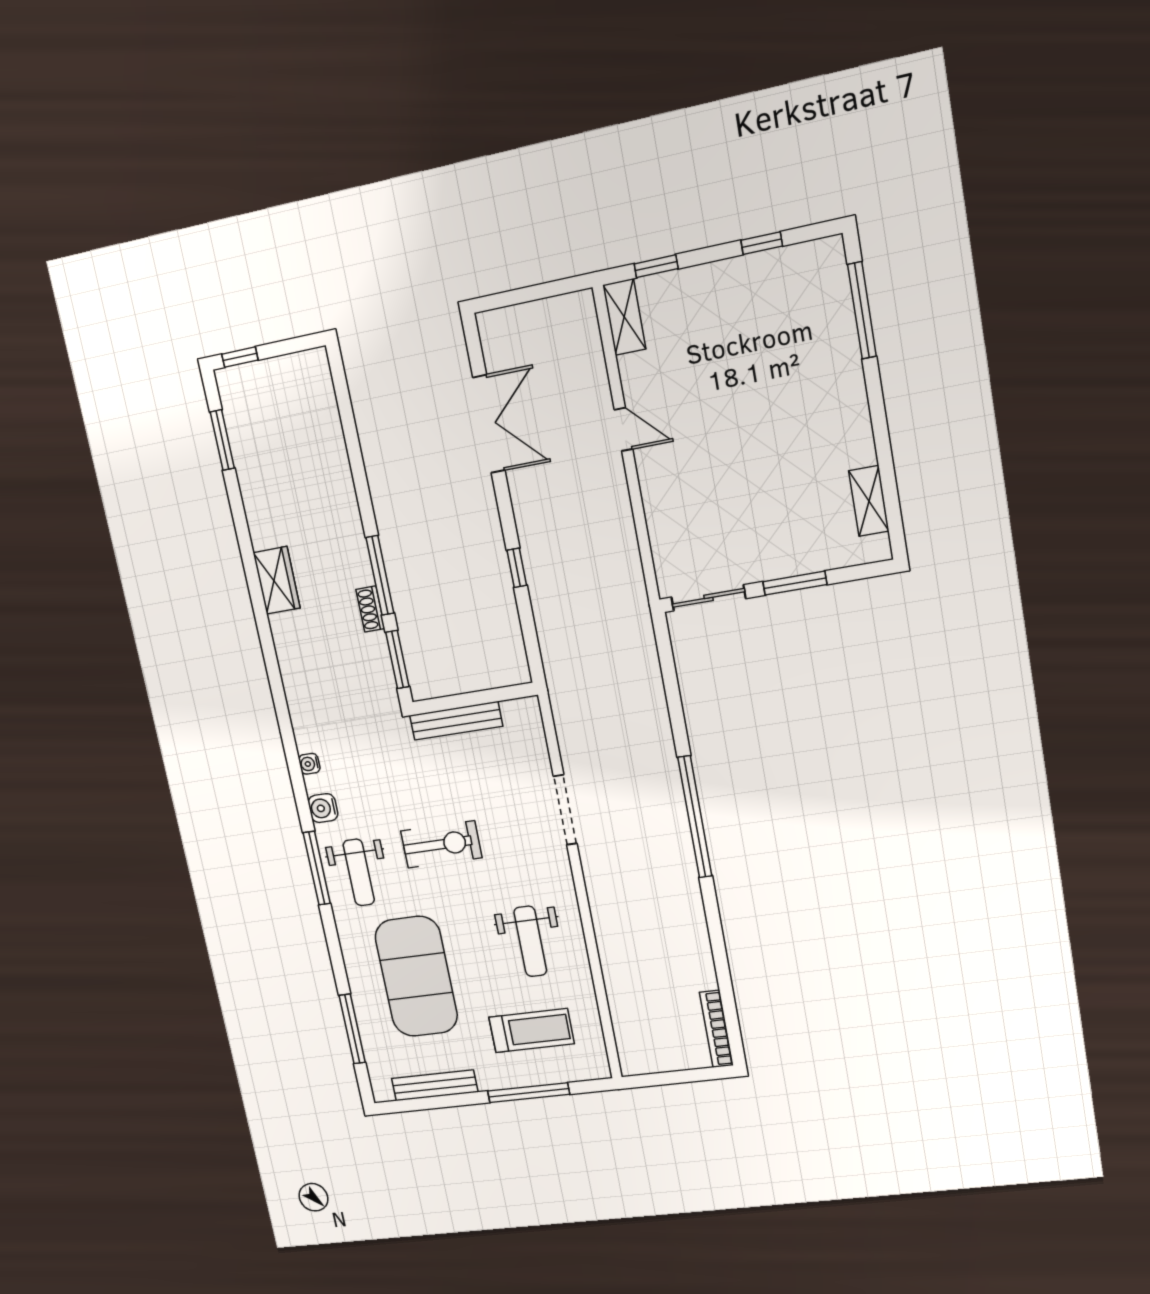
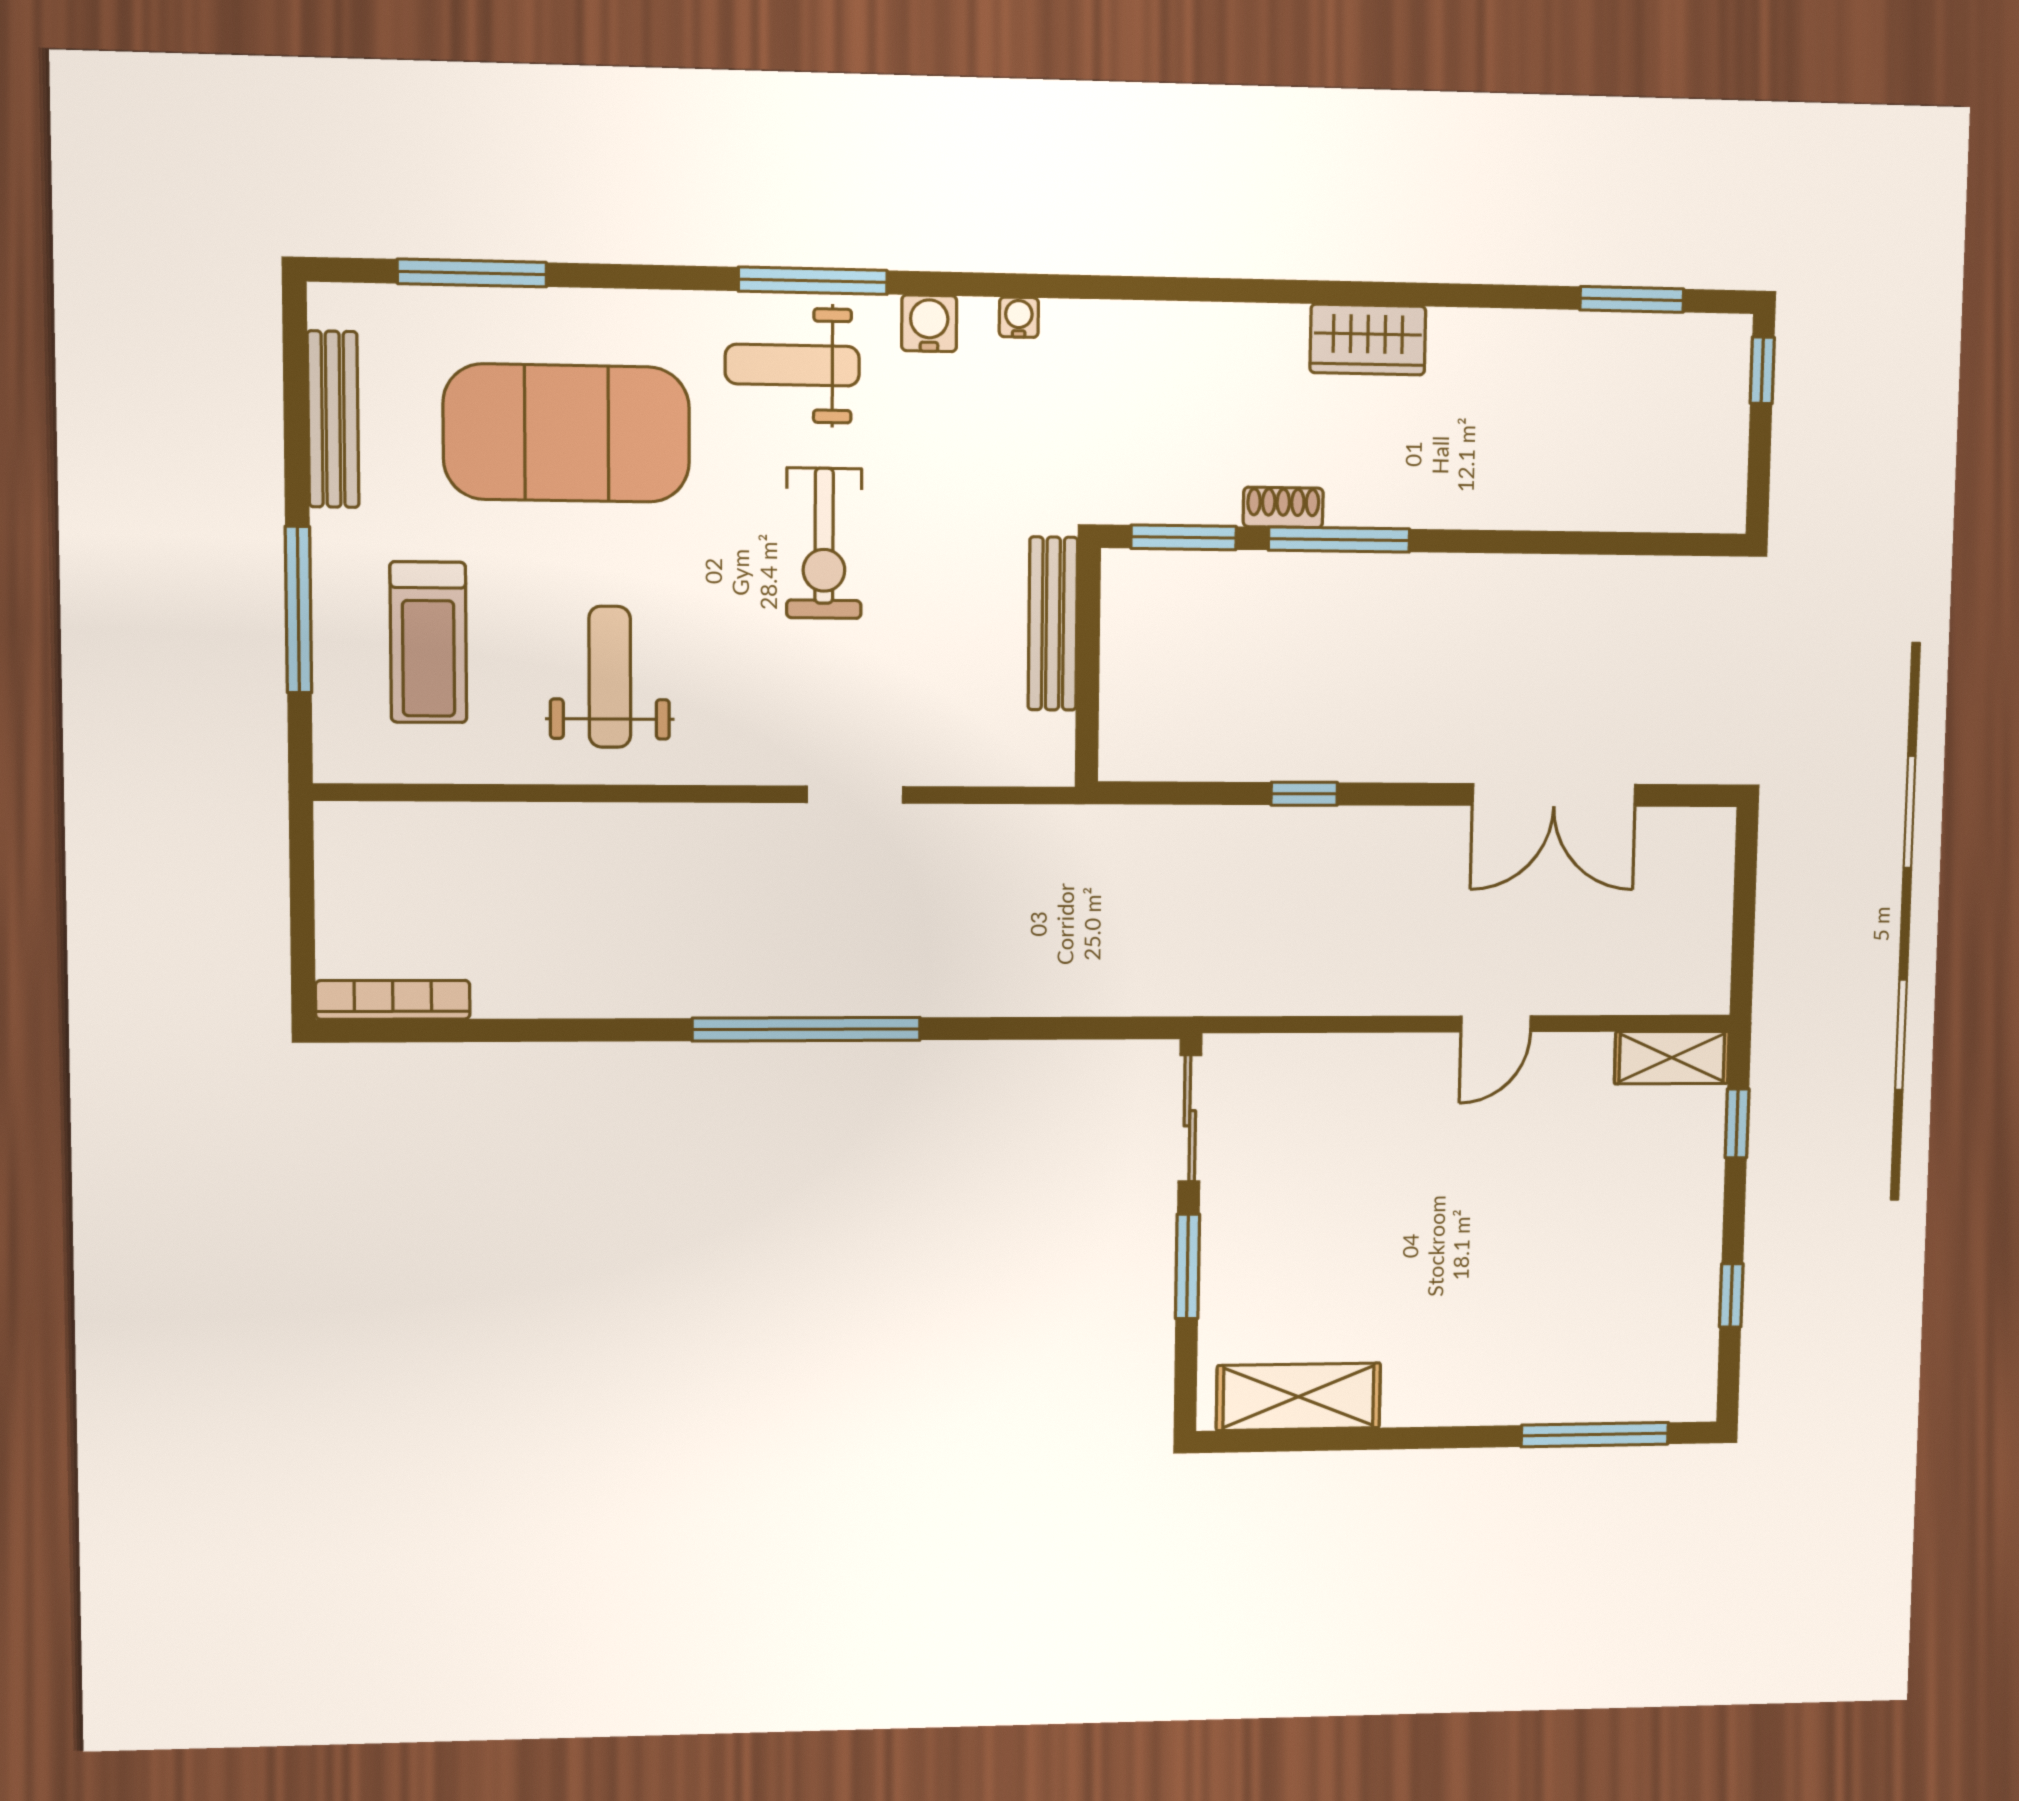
shelving: (869, 501) -> (1298, 1397), width x1.50, depth x1.33
doorway: (565, 810) -> (855, 795), width x0.73
weight bench: (530, 941) -> (610, 677), turned 90

